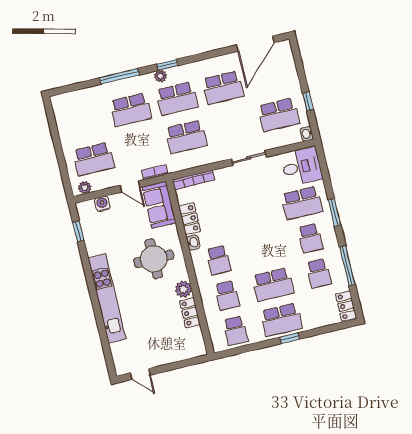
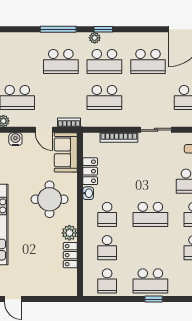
bookcase: (193, 180) -> (119, 137), moved
school desk: (273, 284) -> (150, 214), moved

